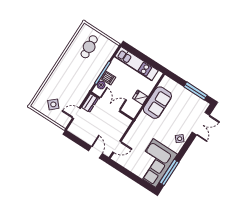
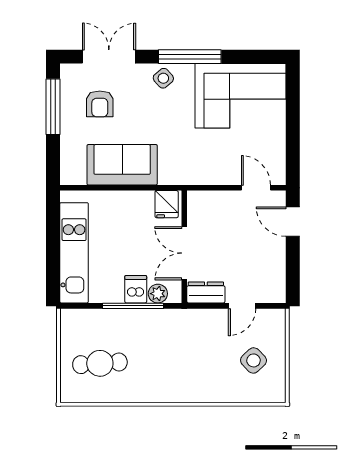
fridge: (140, 97) -> (167, 204), moved
armchair: (185, 109) -> (100, 104), added
door: (76, 113) -> (242, 306), hinge flipped
door: (95, 152) -> (293, 222), hinge flipped
window: (169, 172) -> (190, 57), moved

